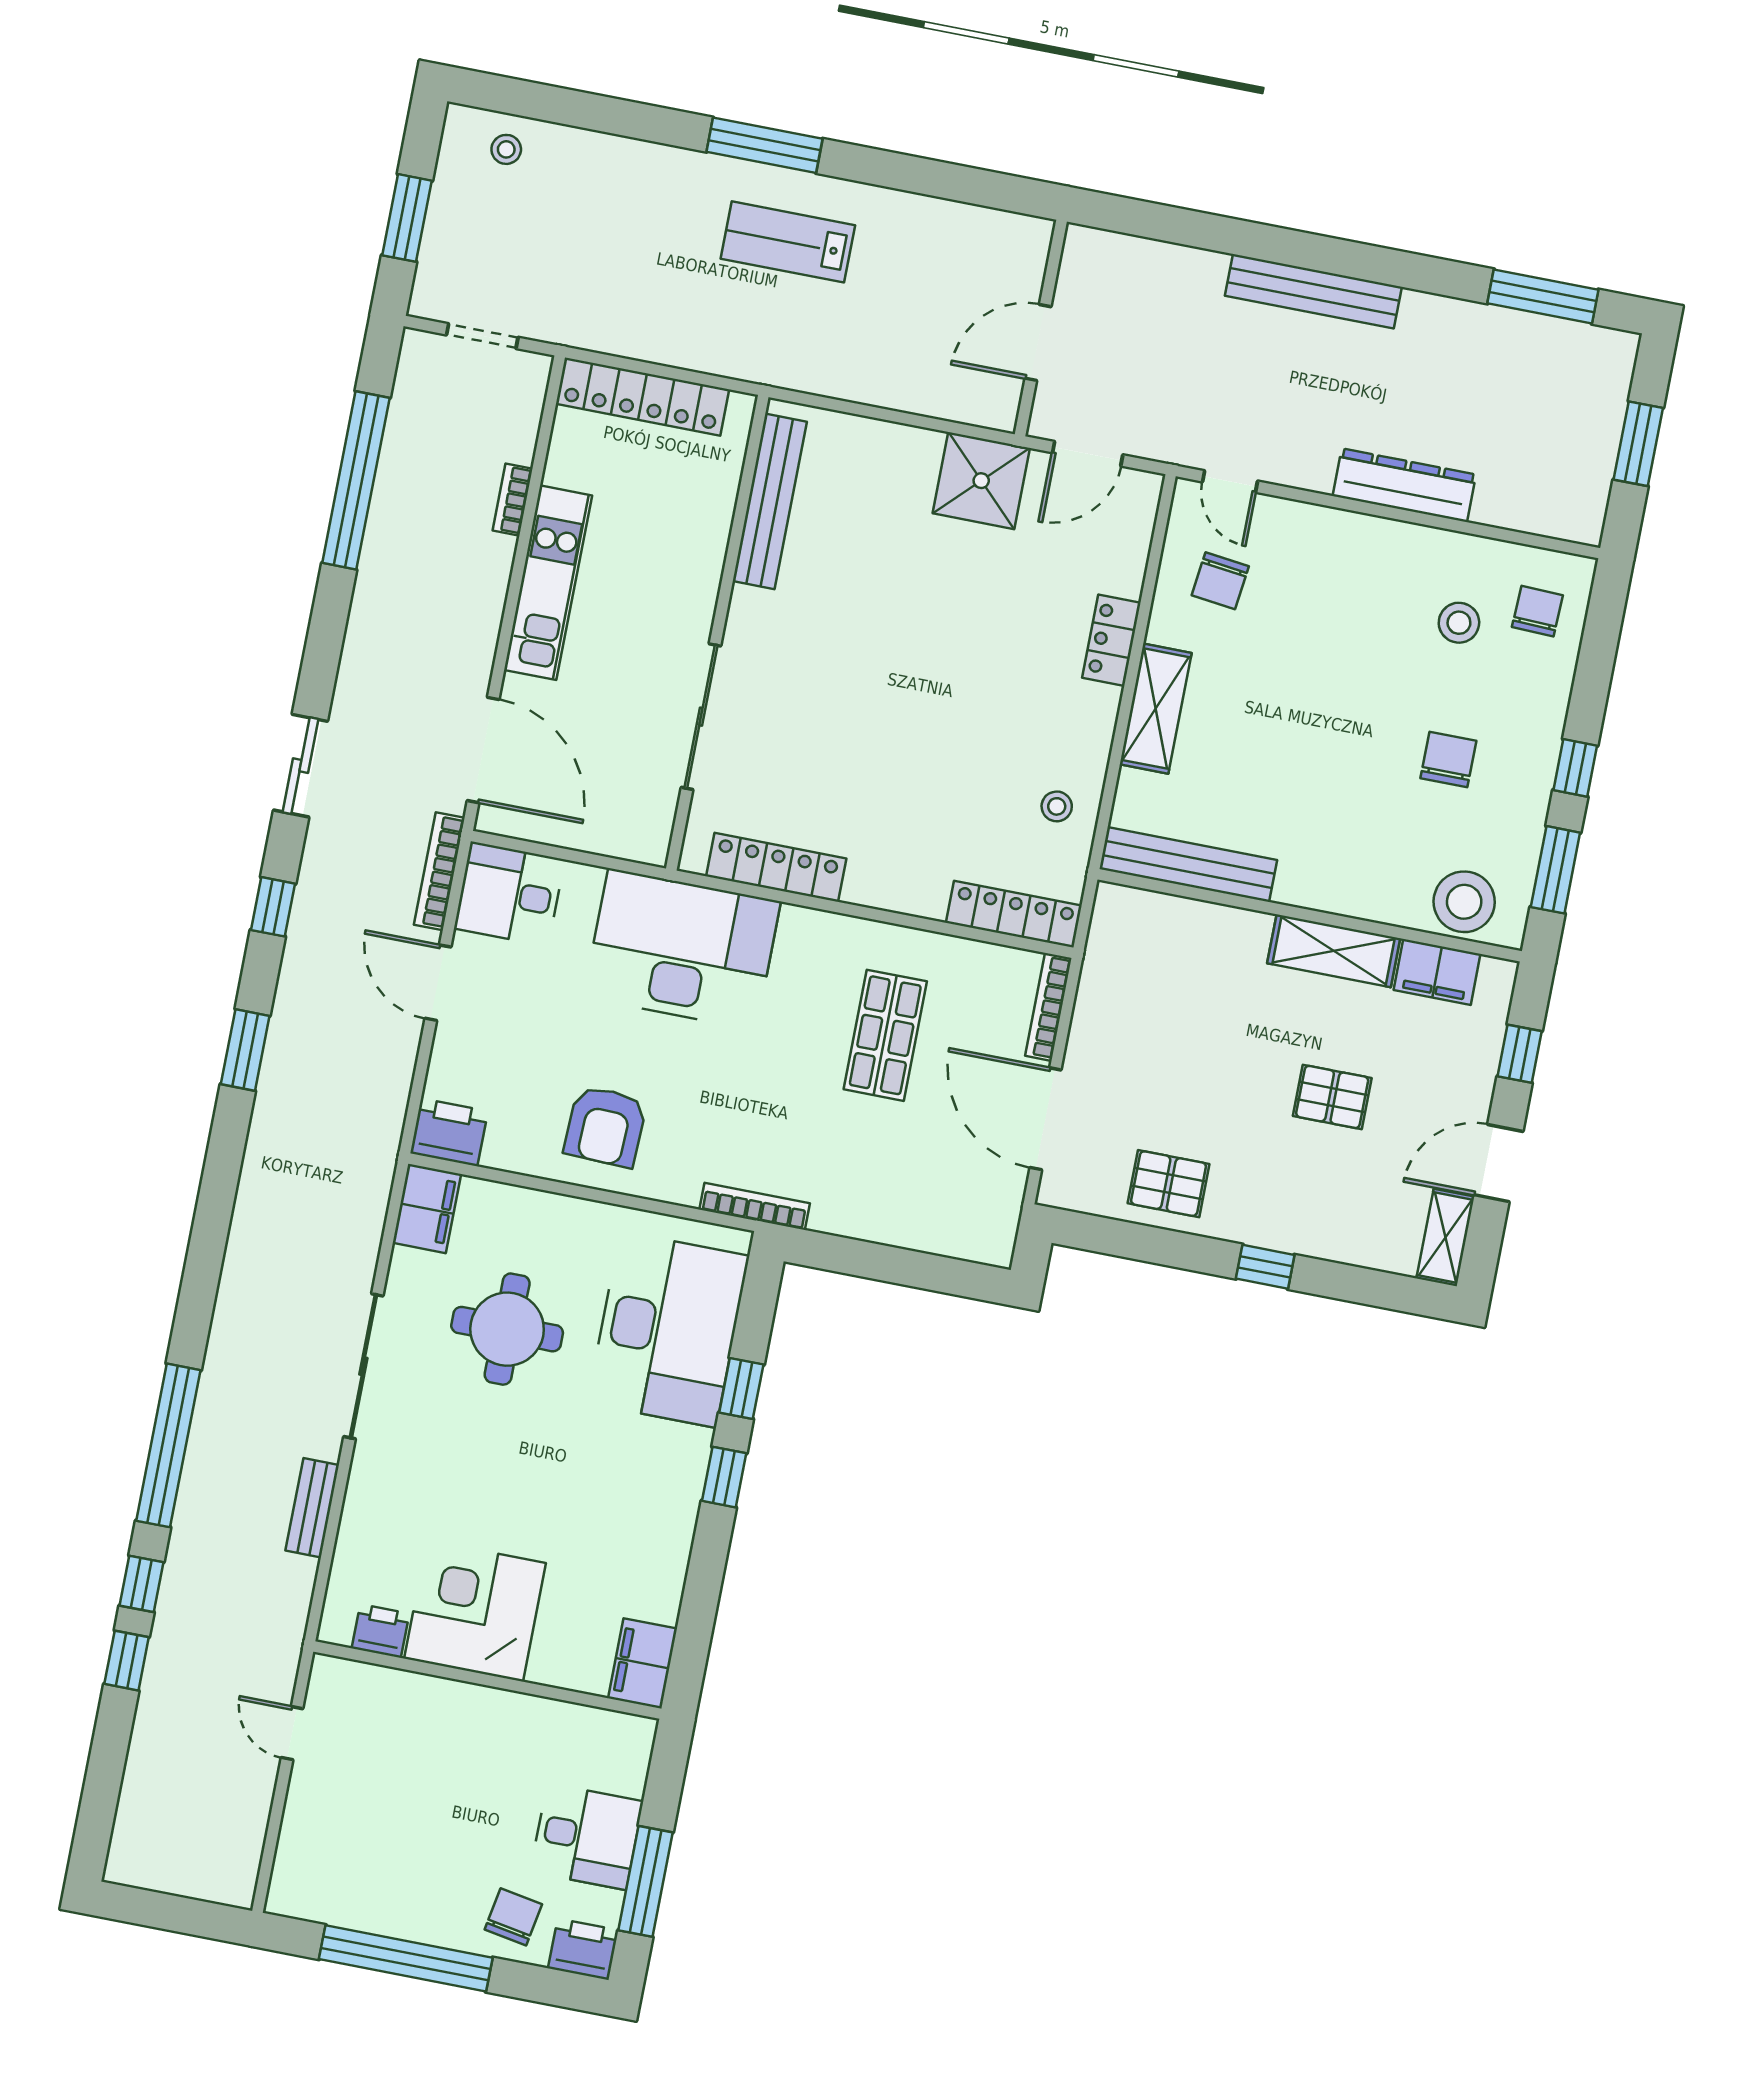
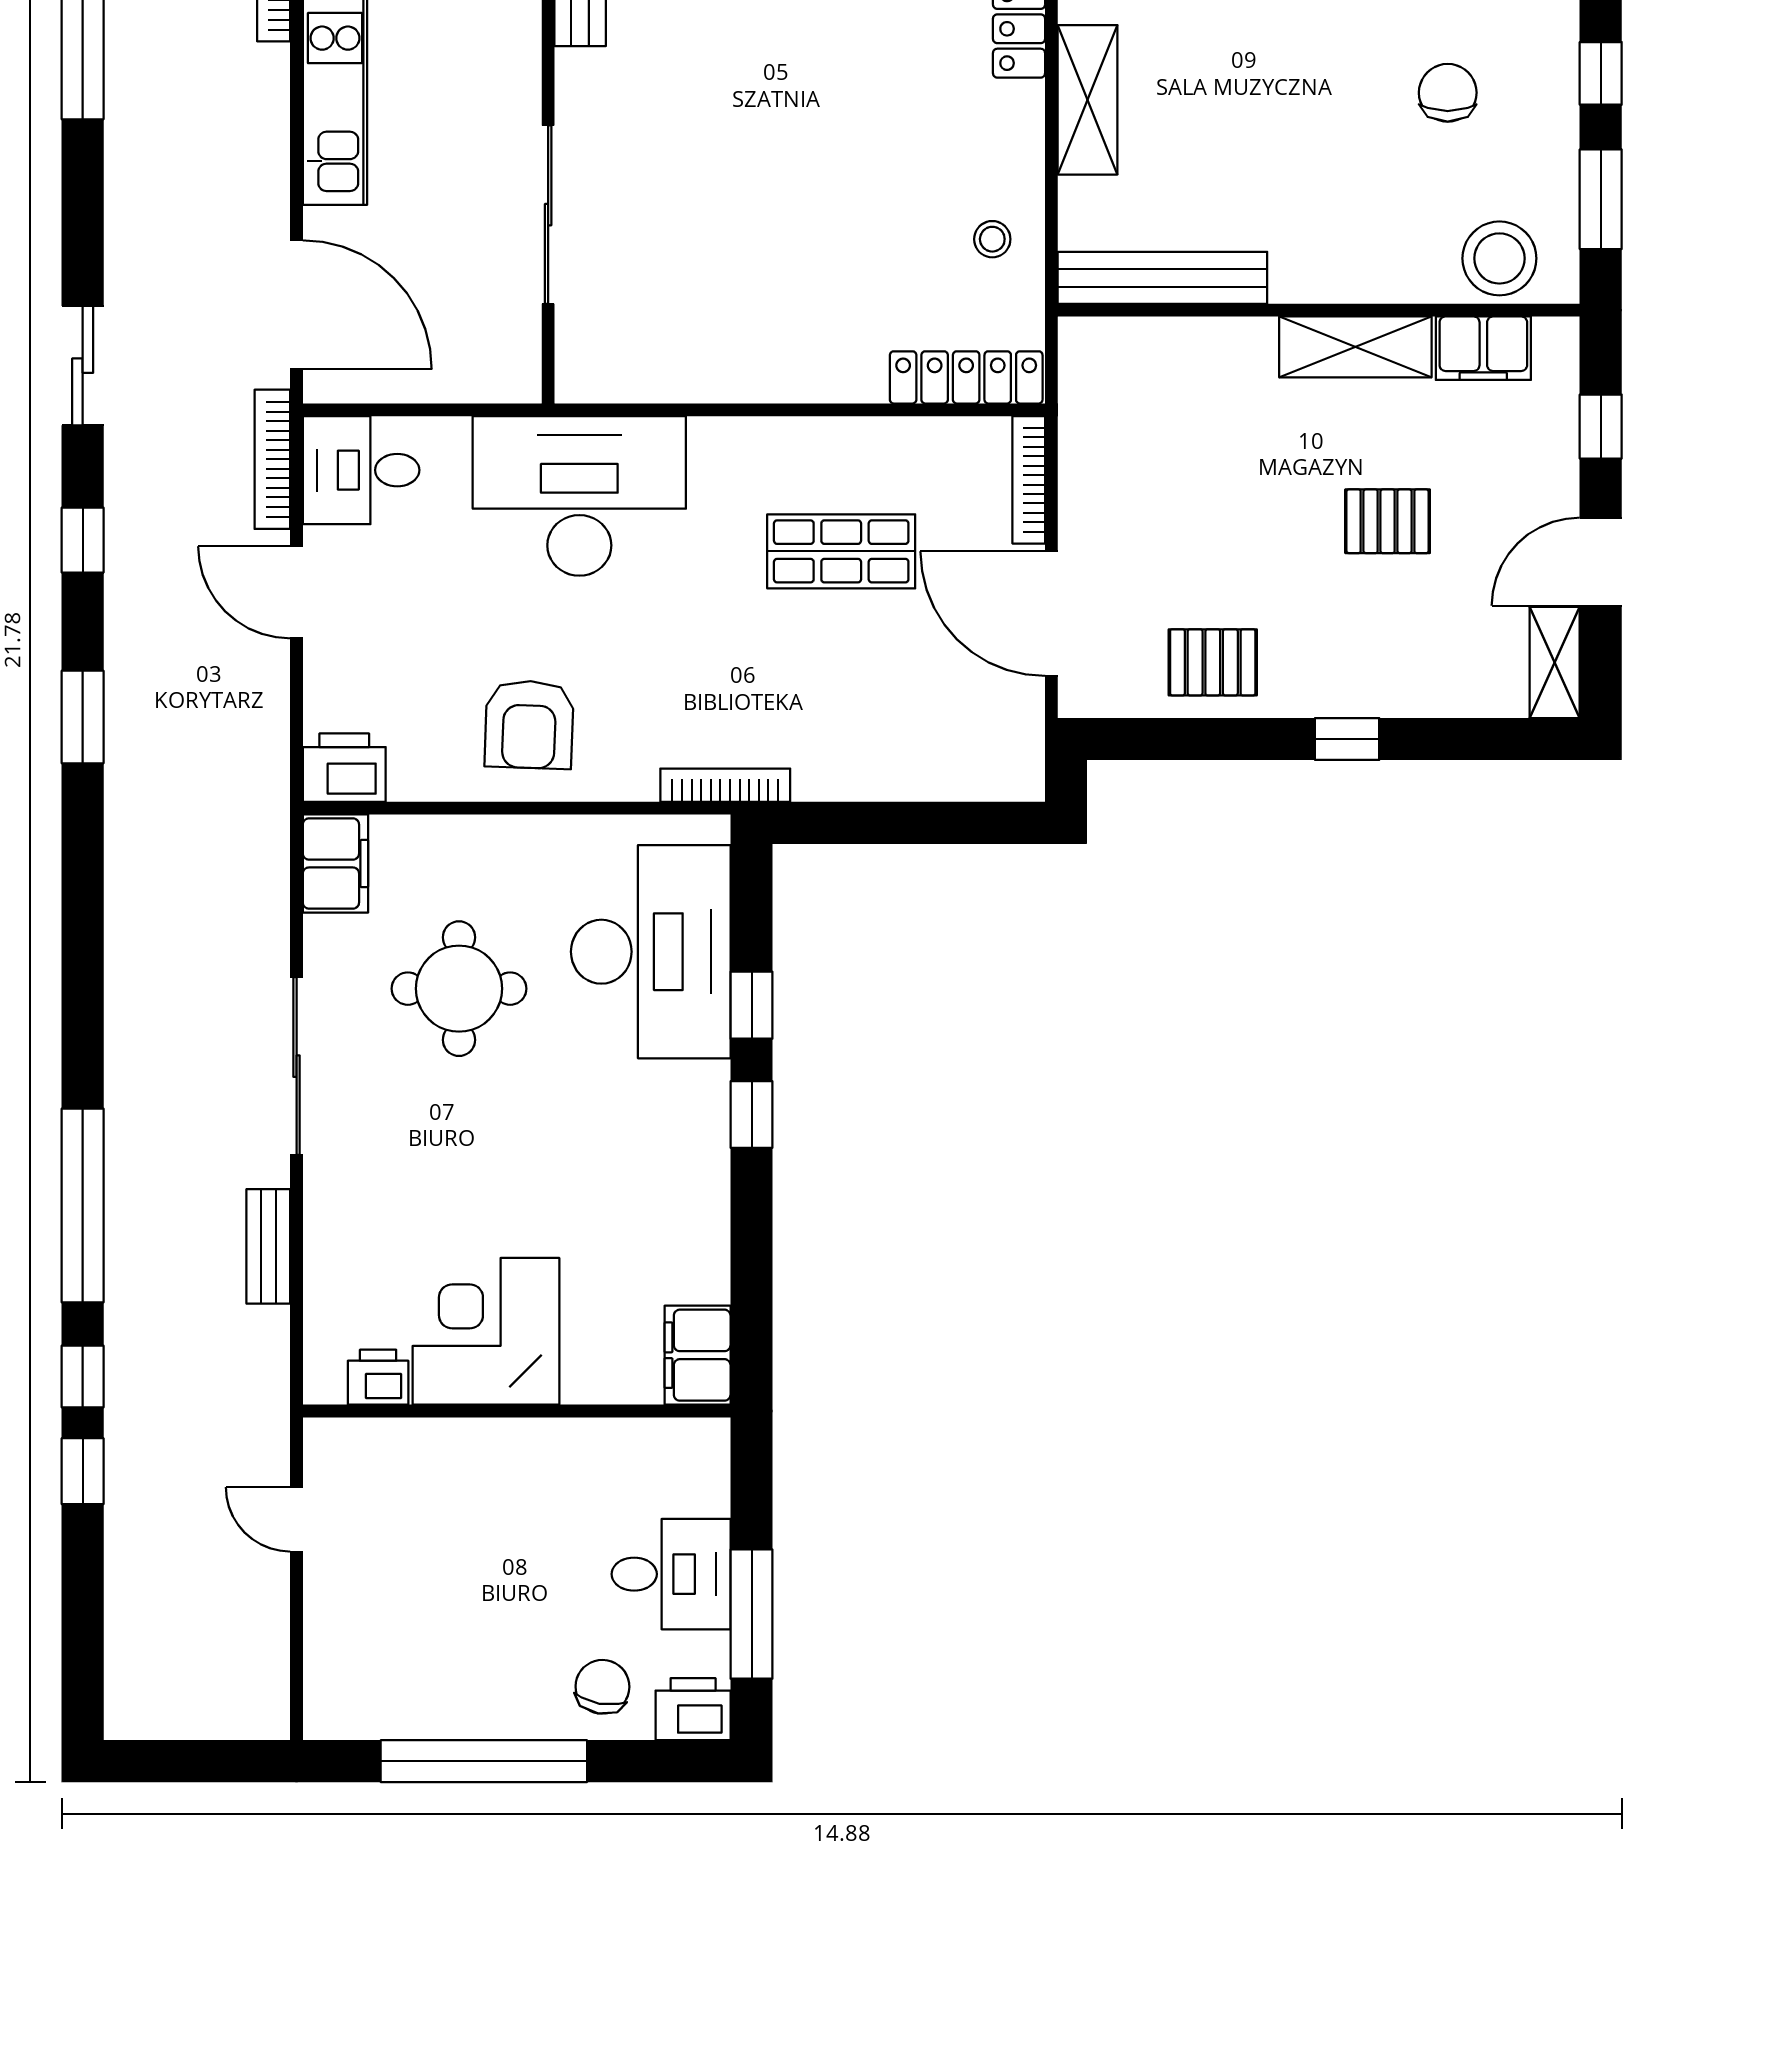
locker: (776, 867) -> (673, 377), removed
shop shelf: (885, 1035) -> (841, 551), turned 90

